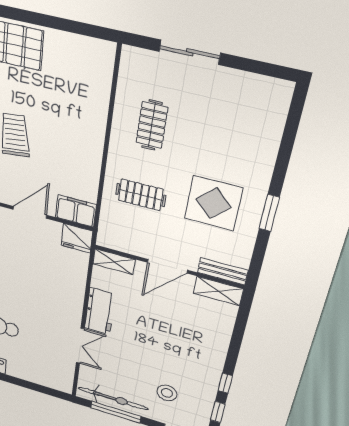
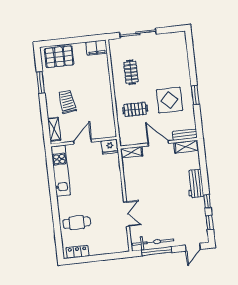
sliding door: (190, 52) -> (138, 33), width x1.37
filing cabinet: (76, 211) -> (96, 48), moved, turned 180
door: (167, 266) -> (158, 143), swing flipped
workbench: (100, 311) -> (195, 184), moved, turned 180
stool: (167, 393) -> (180, 223), removed

